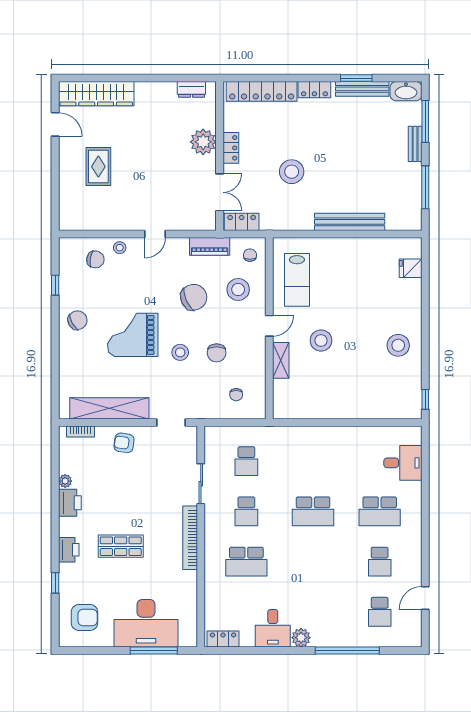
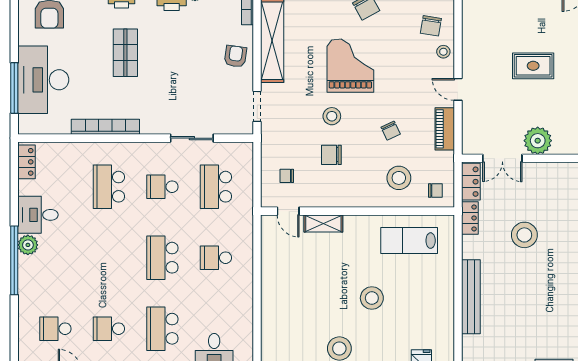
plant: (203, 142) -> (538, 141), moved
locker: (231, 148) -> (470, 218), moved, turned -90
rug: (98, 167) -> (533, 66), moved
piano: (210, 246) -> (445, 129), moved
chair: (194, 297) -> (391, 131), width x0.54, depth x0.54
door: (269, 326) -> (288, 211), moved
stool: (321, 341) -> (372, 298), moved
school desk: (246, 461) -> (216, 187), width x1.85
school desk: (313, 461) -> (216, 258), added
bookcase: (190, 538) -> (105, 127), moved
window: (347, 650) -> (14, 260), moved

